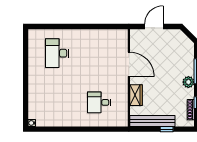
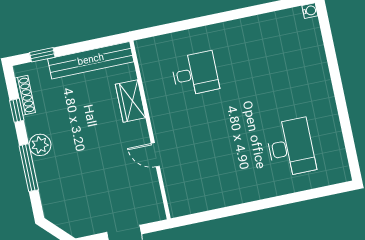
door: (129, 64) -> (155, 155), width x0.53
window: (167, 129) -> (42, 55), moved

